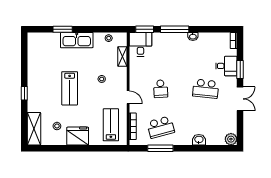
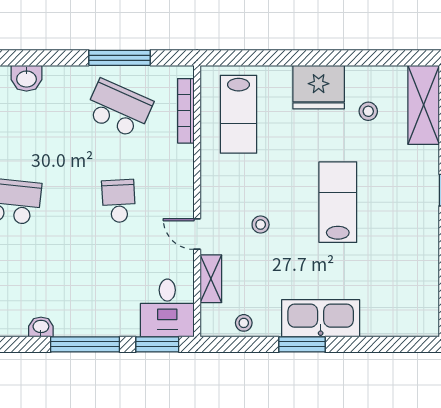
window: (63, 29) -> (302, 344), moved
door: (128, 97) -> (197, 234), moved
school desk: (161, 127) -> (119, 109), turned 39

